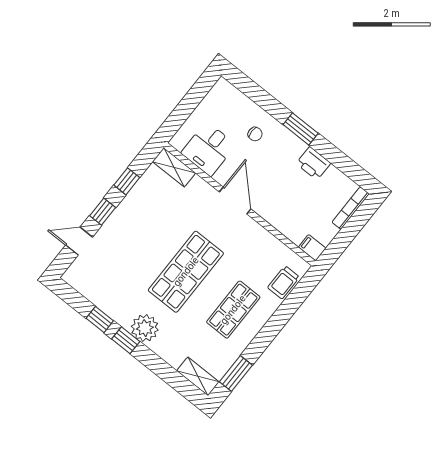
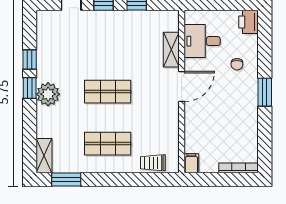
printer: (313, 163) -> (248, 22), moved
shelving: (174, 167) -> (171, 50), moved
shop shelf: (186, 272) -> (108, 92), width x0.70, depth x0.74

